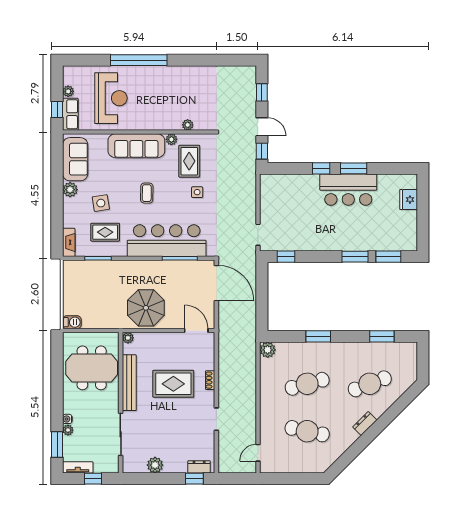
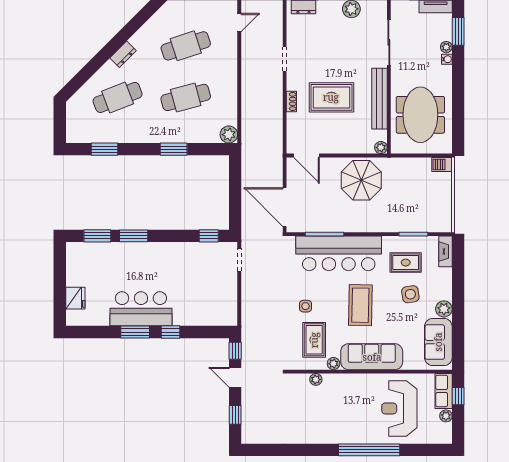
coffee table: (147, 193) -> (360, 305), width x1.86, depth x1.72
meeting table: (92, 368) -> (420, 115), turned 90
cafe table: (307, 431) -> (186, 46), turned -30

